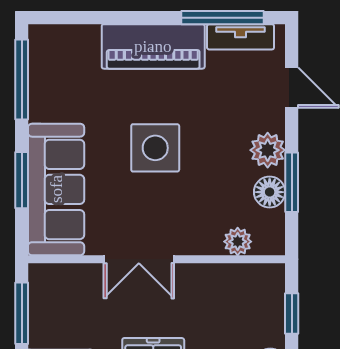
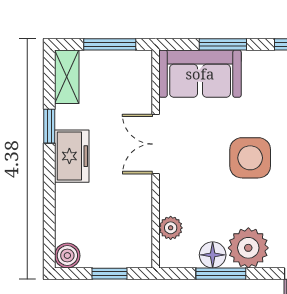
plant: (268, 150) -> (248, 248), width x1.36, depth x1.36
sofa: (56, 189) -> (200, 74), width x0.73

